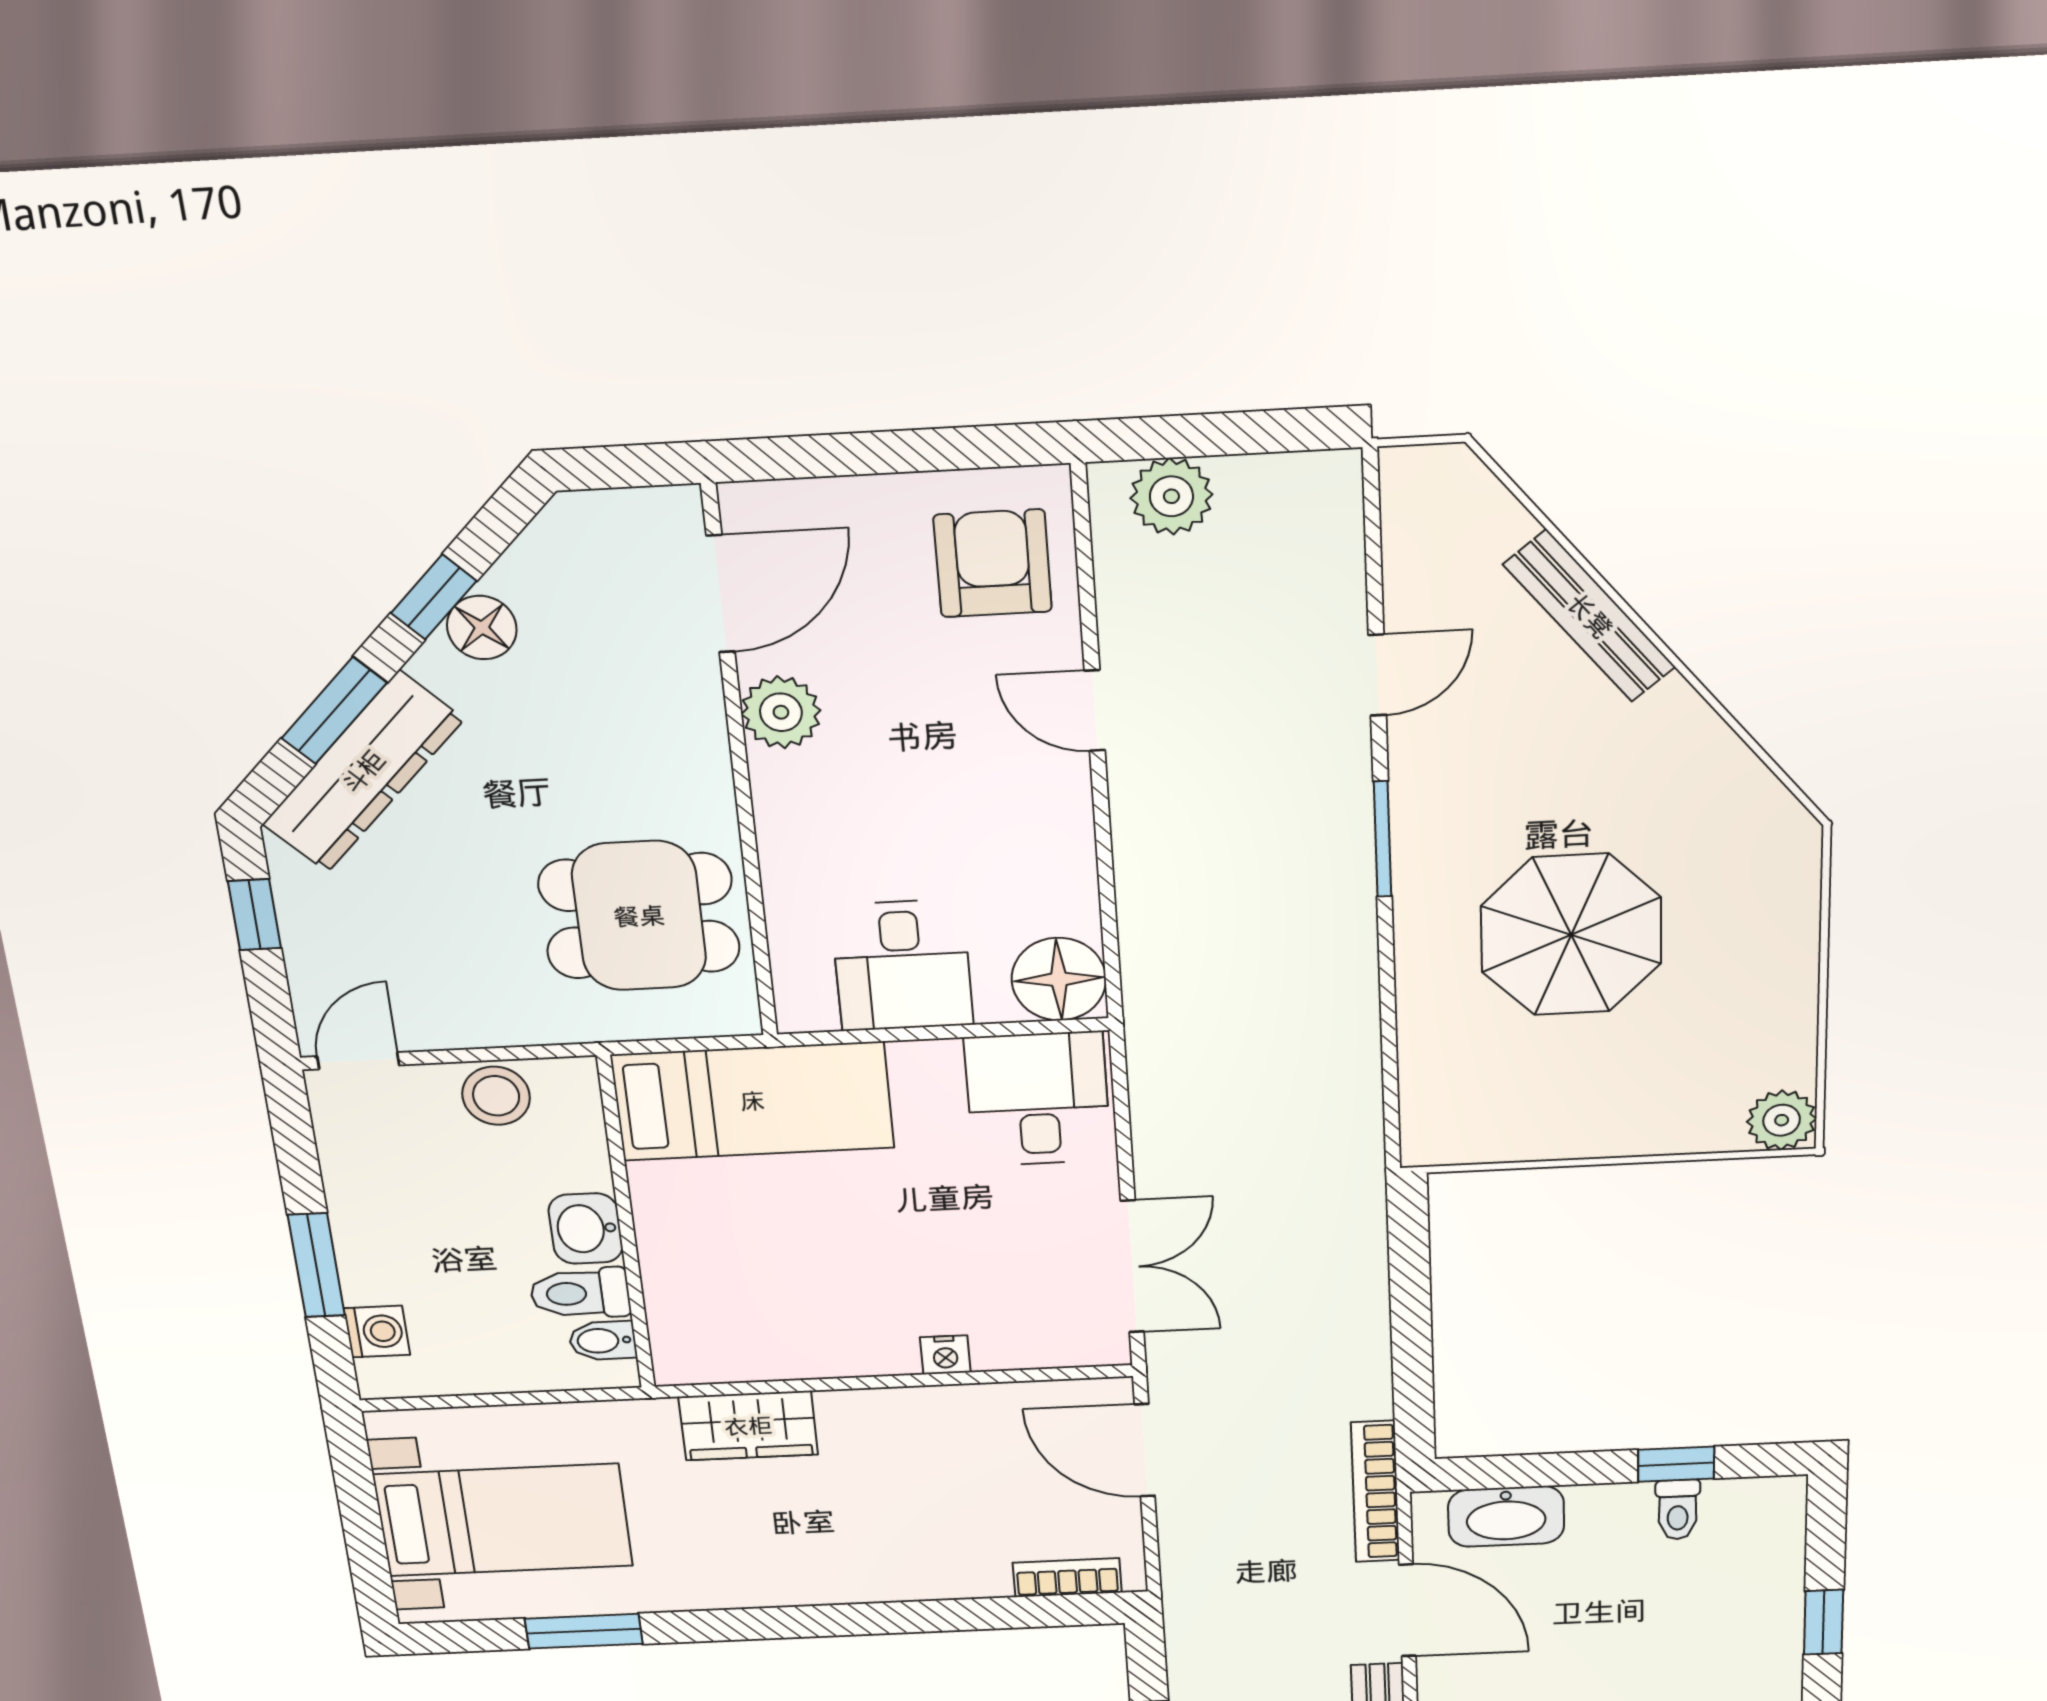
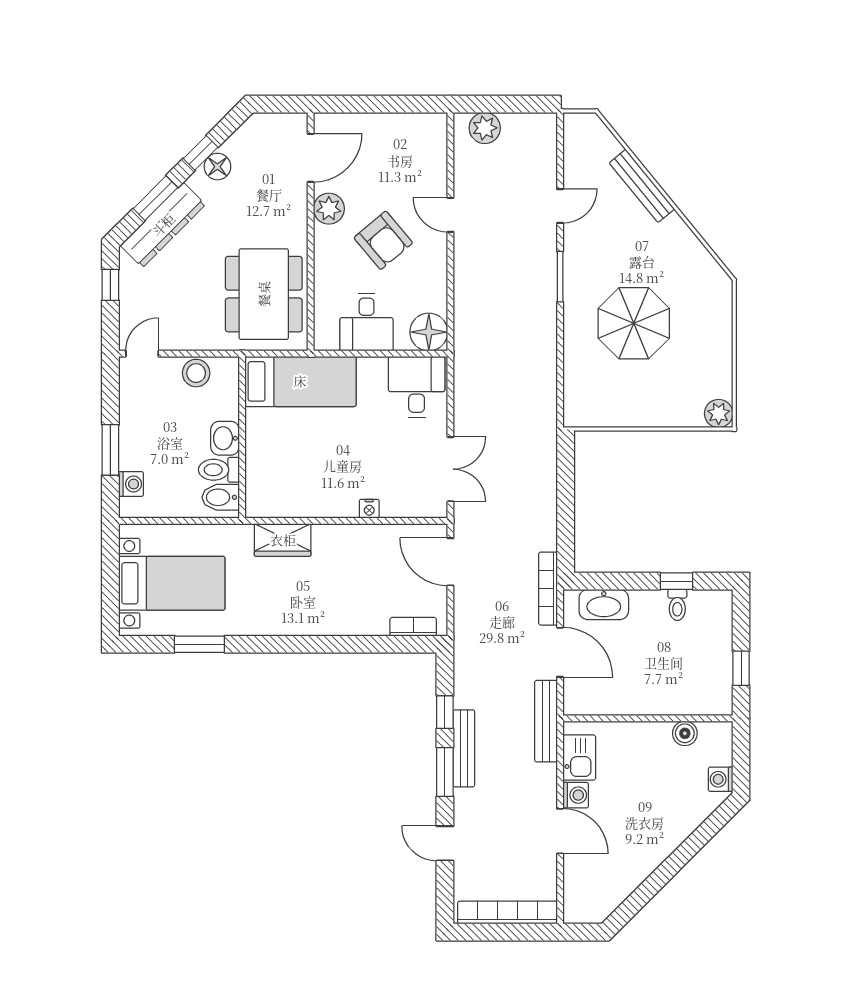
armchair: (993, 563) -> (383, 240), moved, turned 140
dining table: (639, 916) -> (264, 294), width x1.38
bidet: (603, 1341) -> (221, 497), width x1.38, depth x1.36

